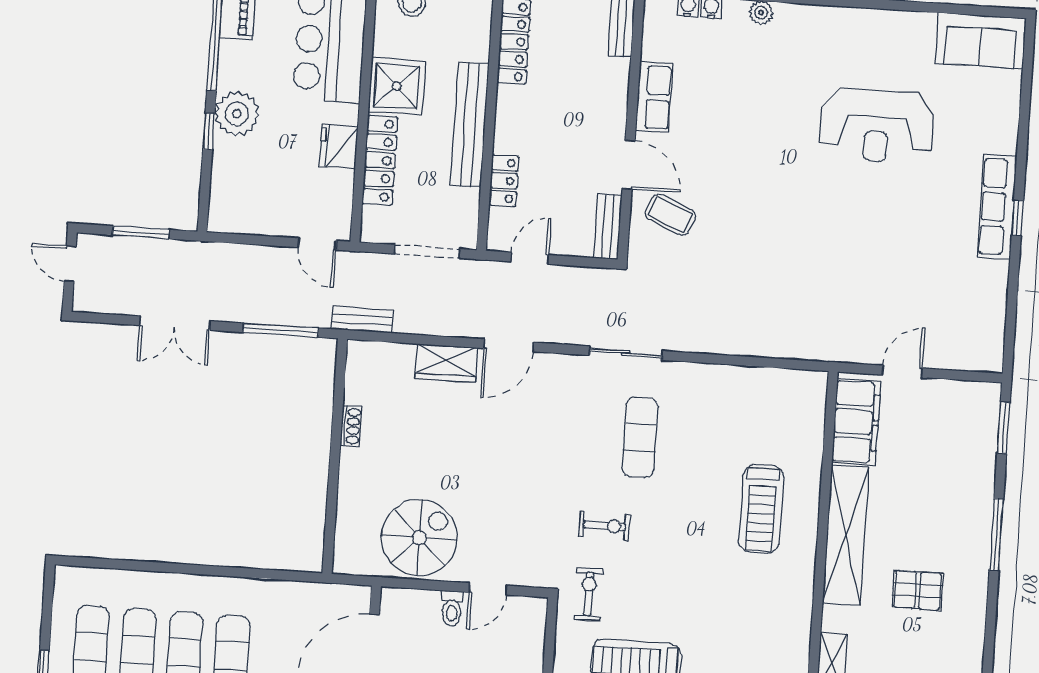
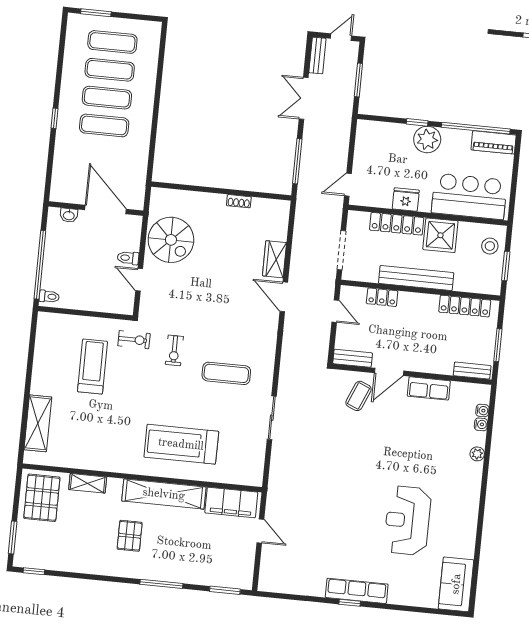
bench: (362, 320) -> (317, 56), moved
sliding door: (626, 353) -> (272, 418), moved
treadmill: (761, 509) -> (181, 444), width x1.37, depth x1.38

